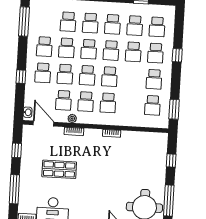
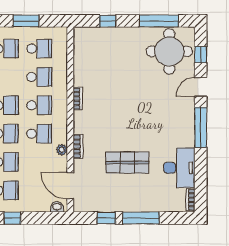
school desk: (64, 100) -> (39, 77), moved
window: (174, 109) -> (26, 21), moved
door: (43, 124) -> (70, 186), hinge flipped
shop shelf: (59, 169) -> (127, 163), turned 90
window: (14, 189) -> (141, 218), moved

